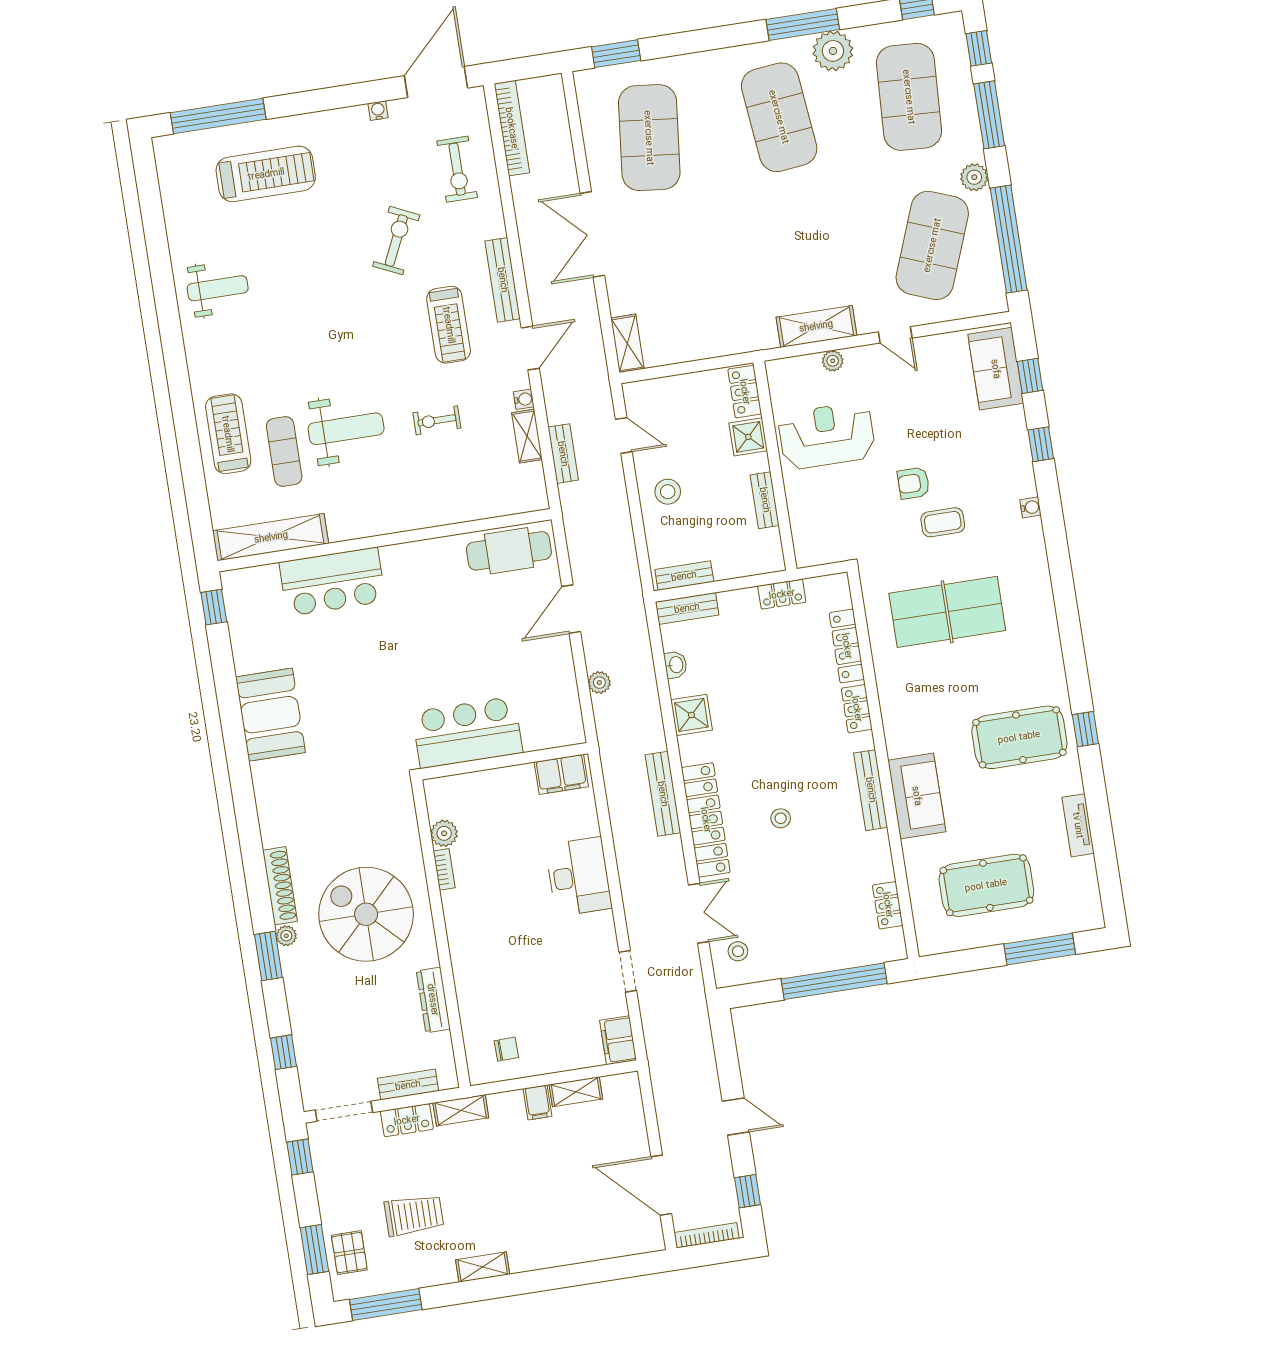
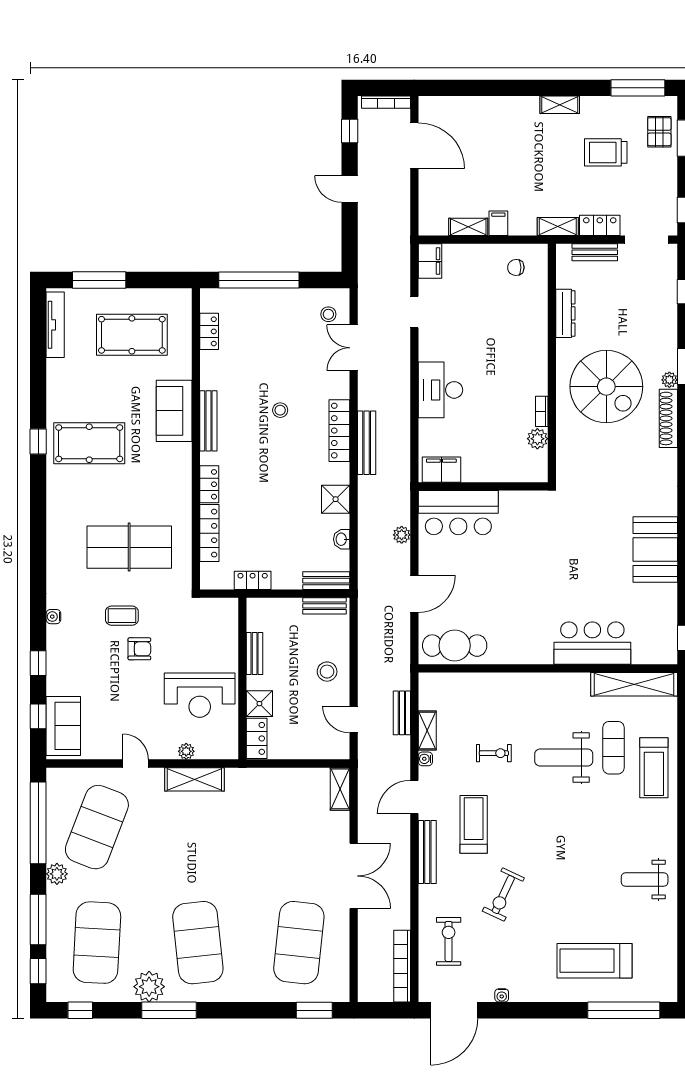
bar counter: (467, 732) -> (458, 513), moved
locker: (706, 820) -> (339, 431), width x0.71, depth x0.83
tv unit: (1078, 825) -> (55, 325), moved, width x1.41

